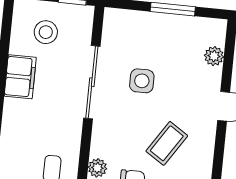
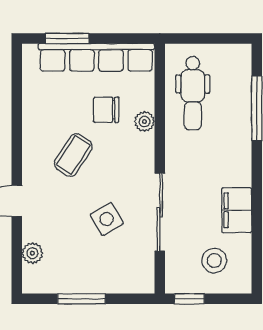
side table: (142, 81) -> (107, 219), turned -30

